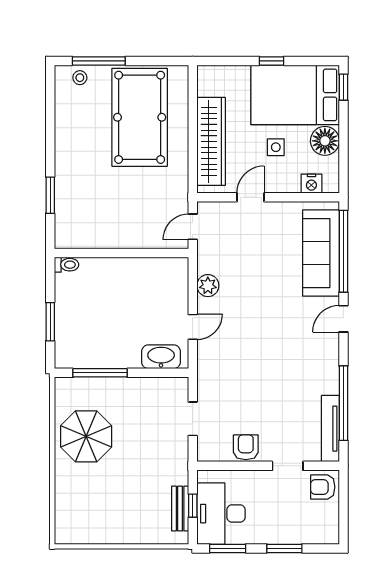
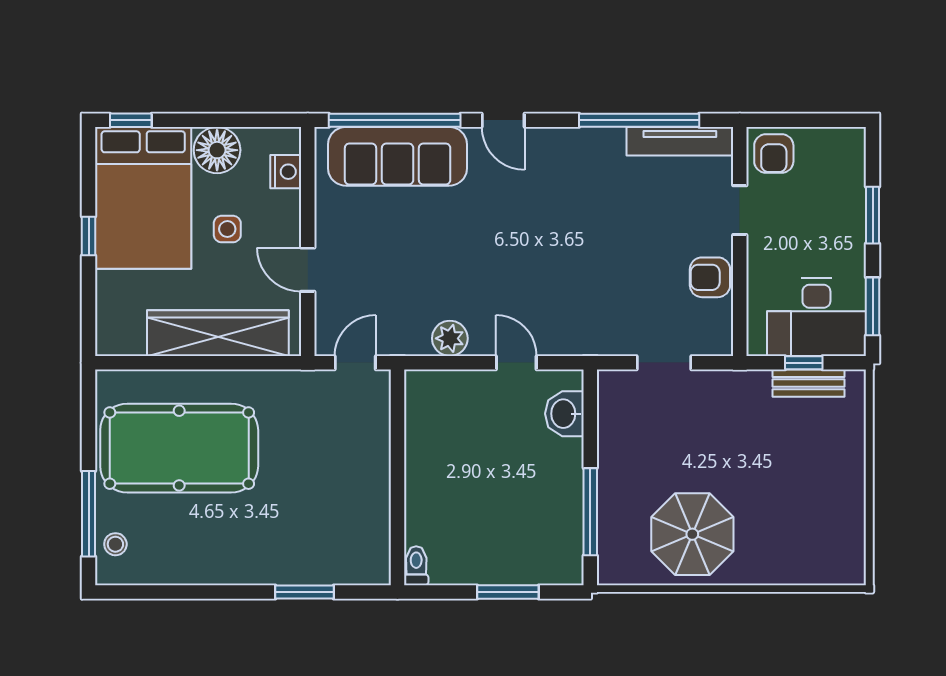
door: (193, 227) -> (355, 363), swing flipped
washbasin: (161, 357) -> (564, 414), width x0.72

